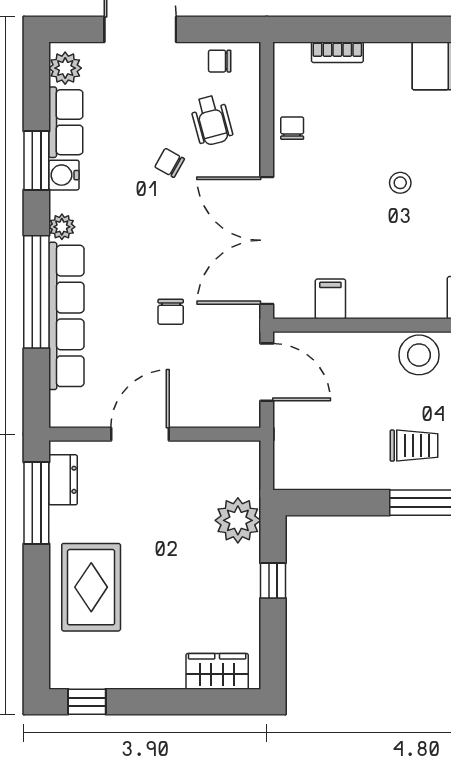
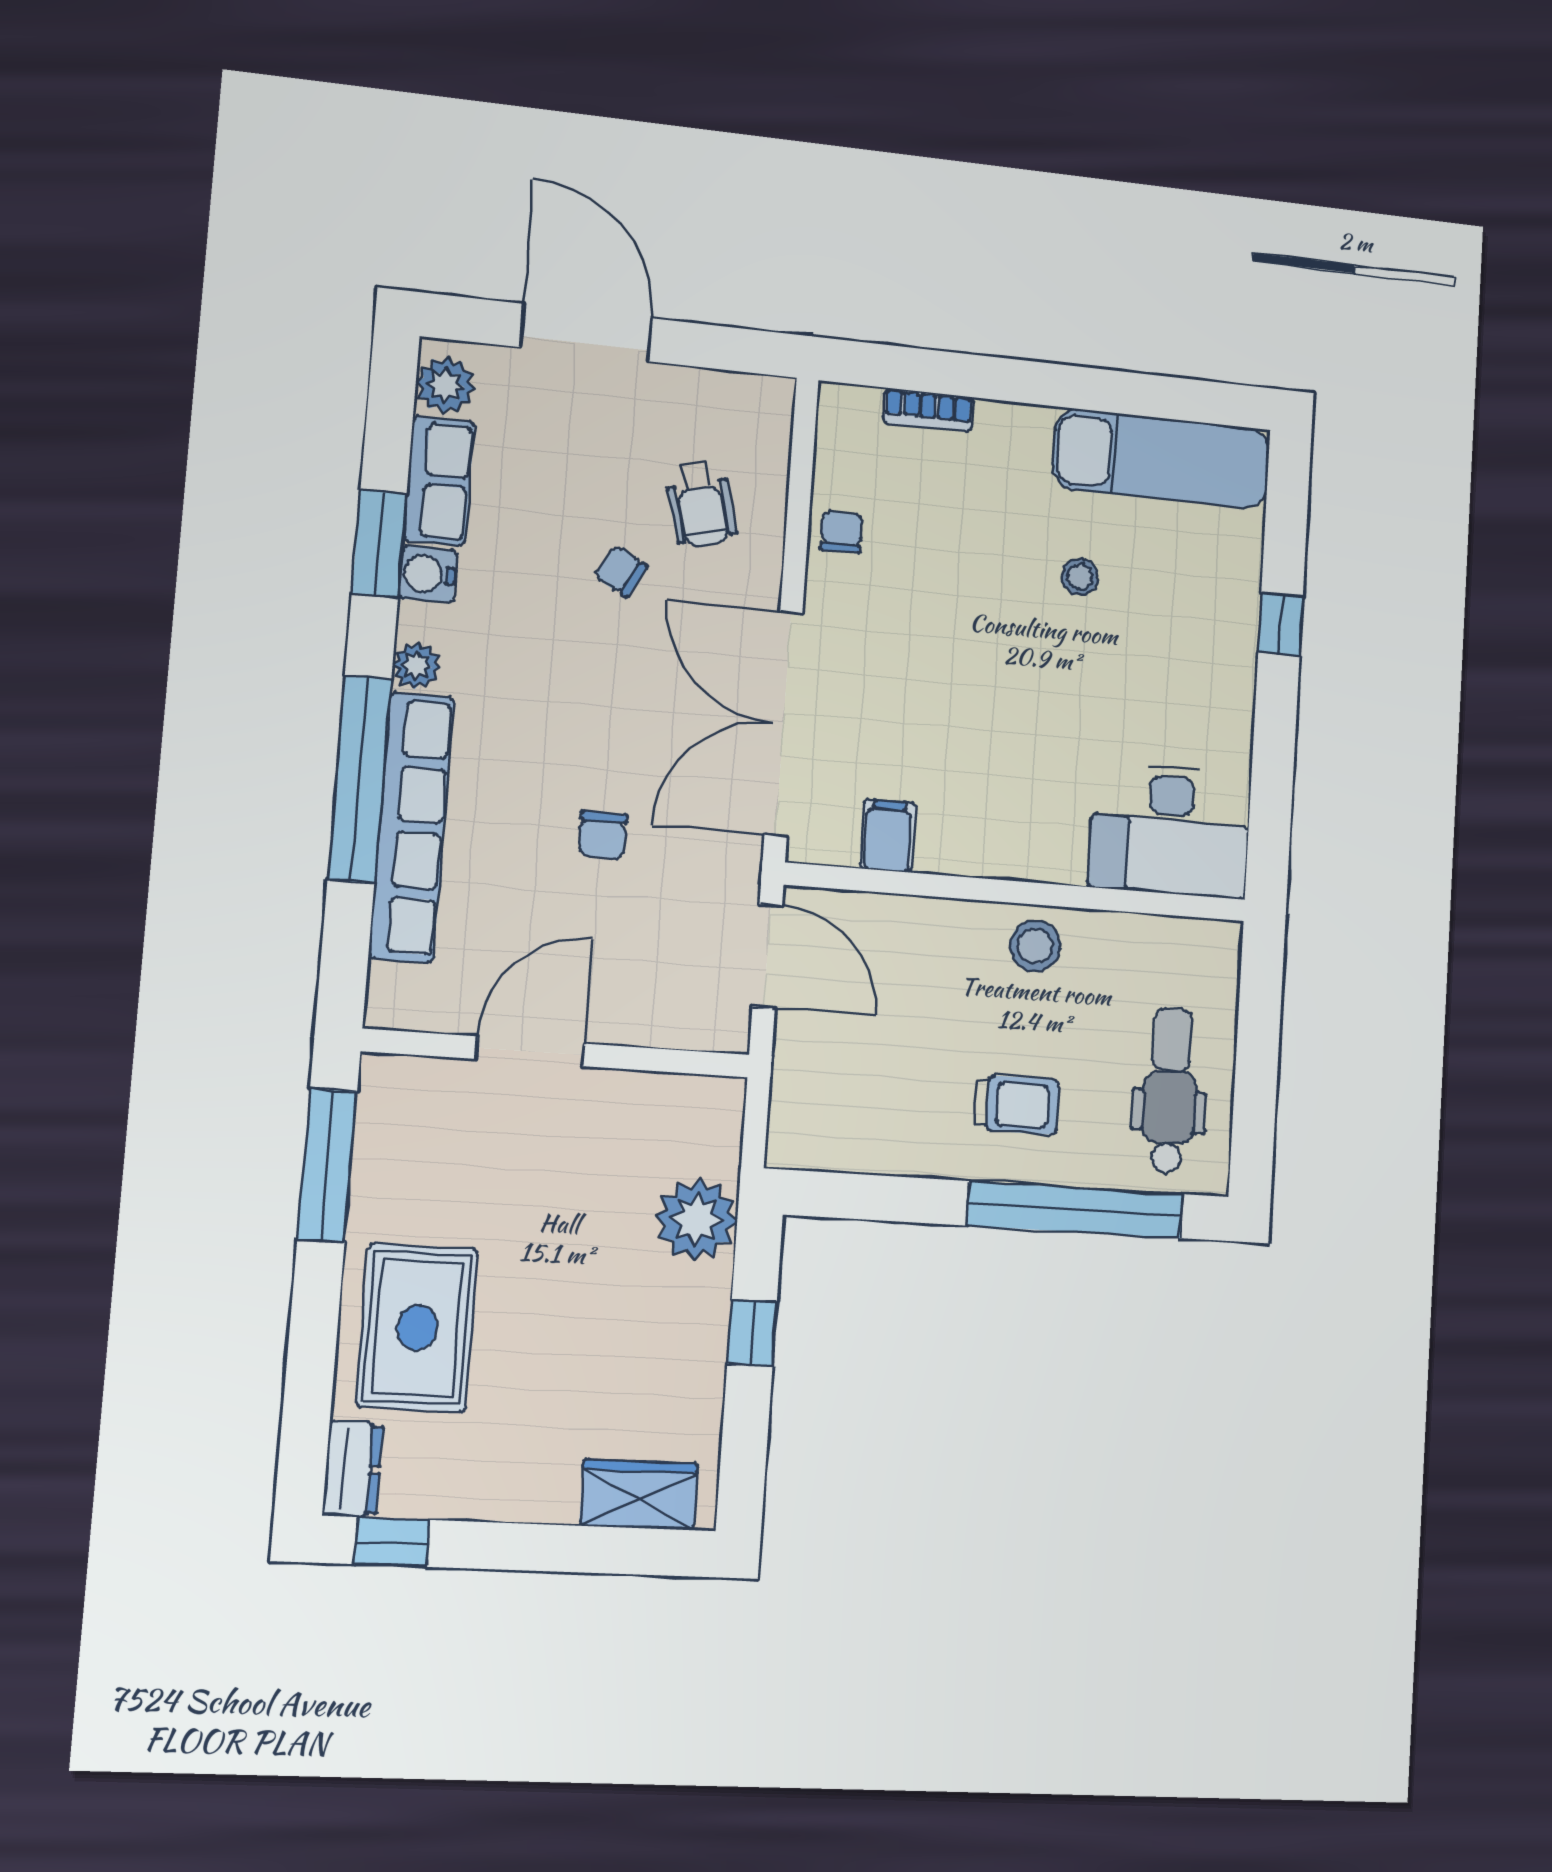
chair: (220, 61) -> (723, 403), removed
stool: (400, 183) -> (1080, 577), moved
stool: (419, 355) -> (1035, 946), width x0.73, depth x0.73
dresser: (63, 480) -> (353, 1469), moved

